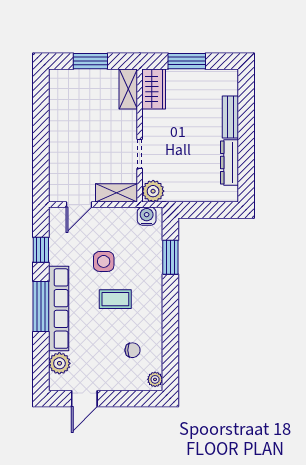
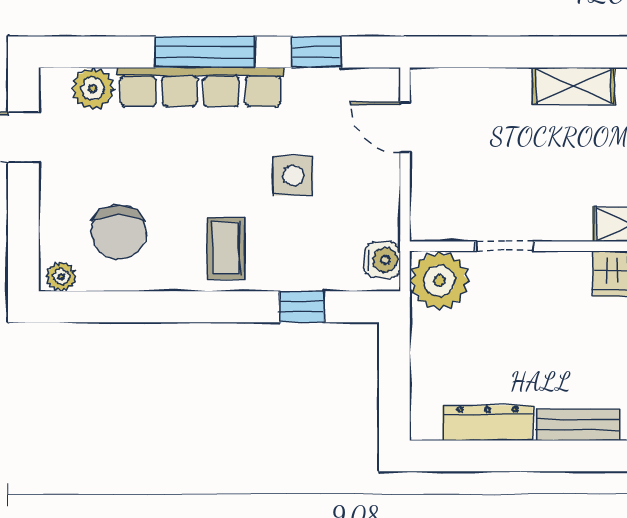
plant: (153, 191) -> (439, 281), width x1.36, depth x1.36
shelving: (117, 193) -> (574, 86), moved, turned 90
window: (170, 257) -> (302, 307), width x0.67
coffee table: (115, 299) -> (226, 248), moved
chair: (132, 350) -> (119, 232), width x1.87, depth x1.87

